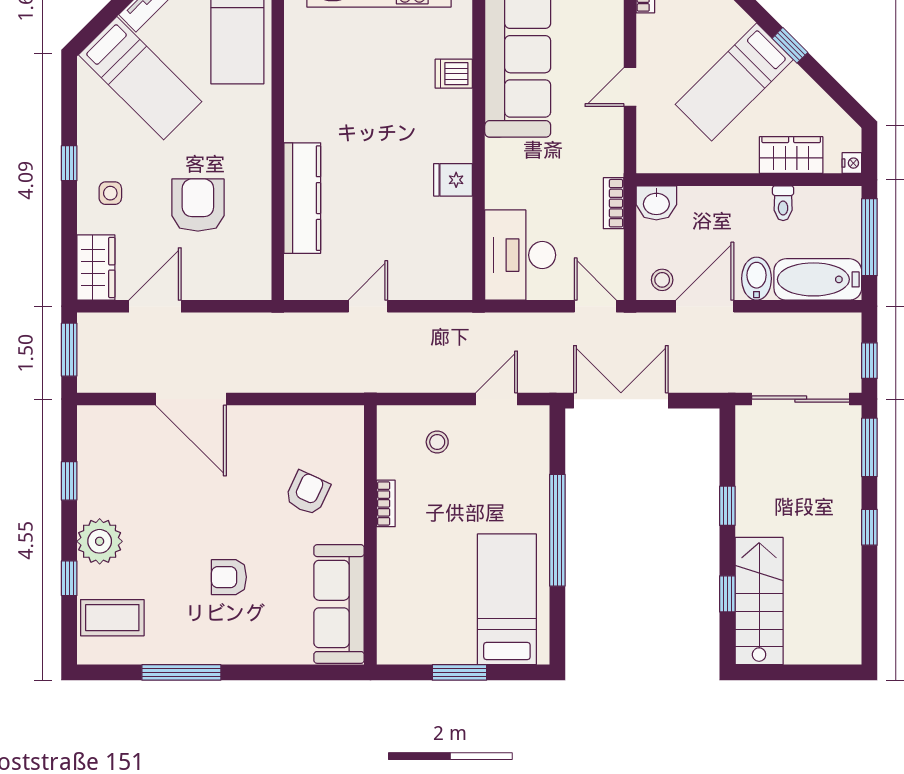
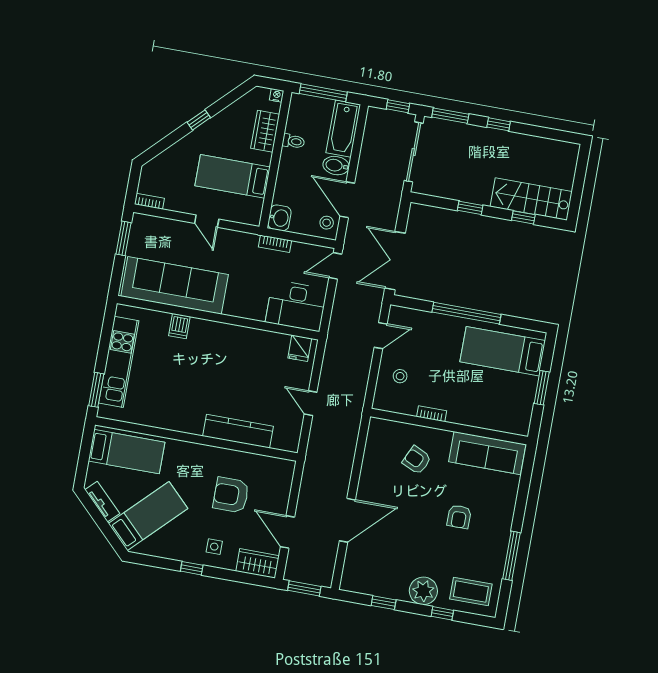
bed: (734, 82) -> (233, 176), moved, turned 135
fridge: (453, 180) -> (300, 348), moved
door: (497, 399) -> (381, 336), swing flipped
coffee table: (112, 618) -> (471, 592), turned 90

